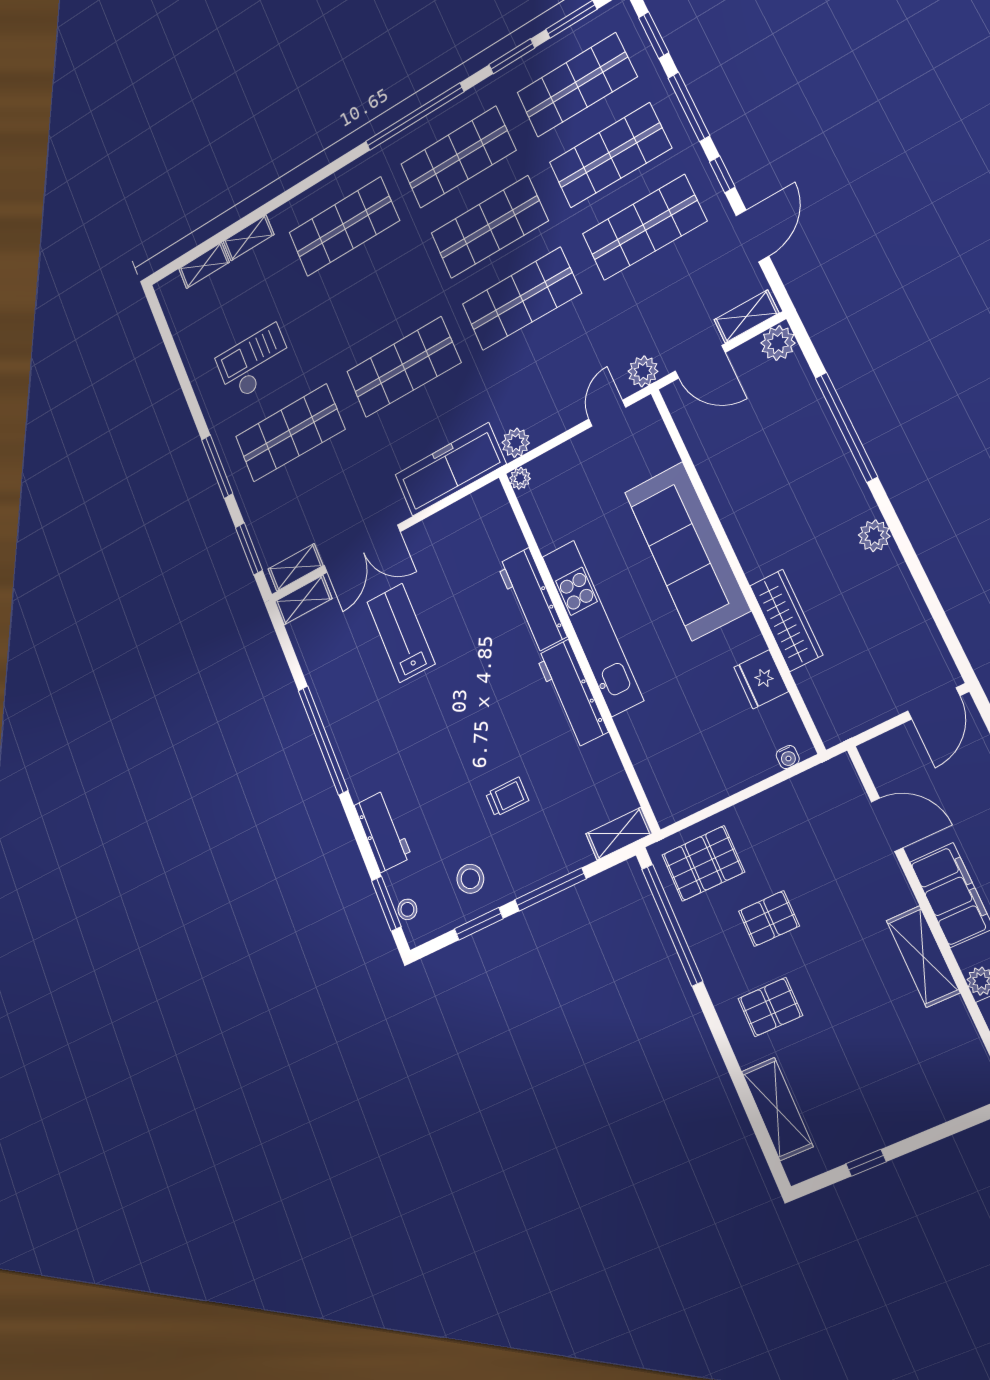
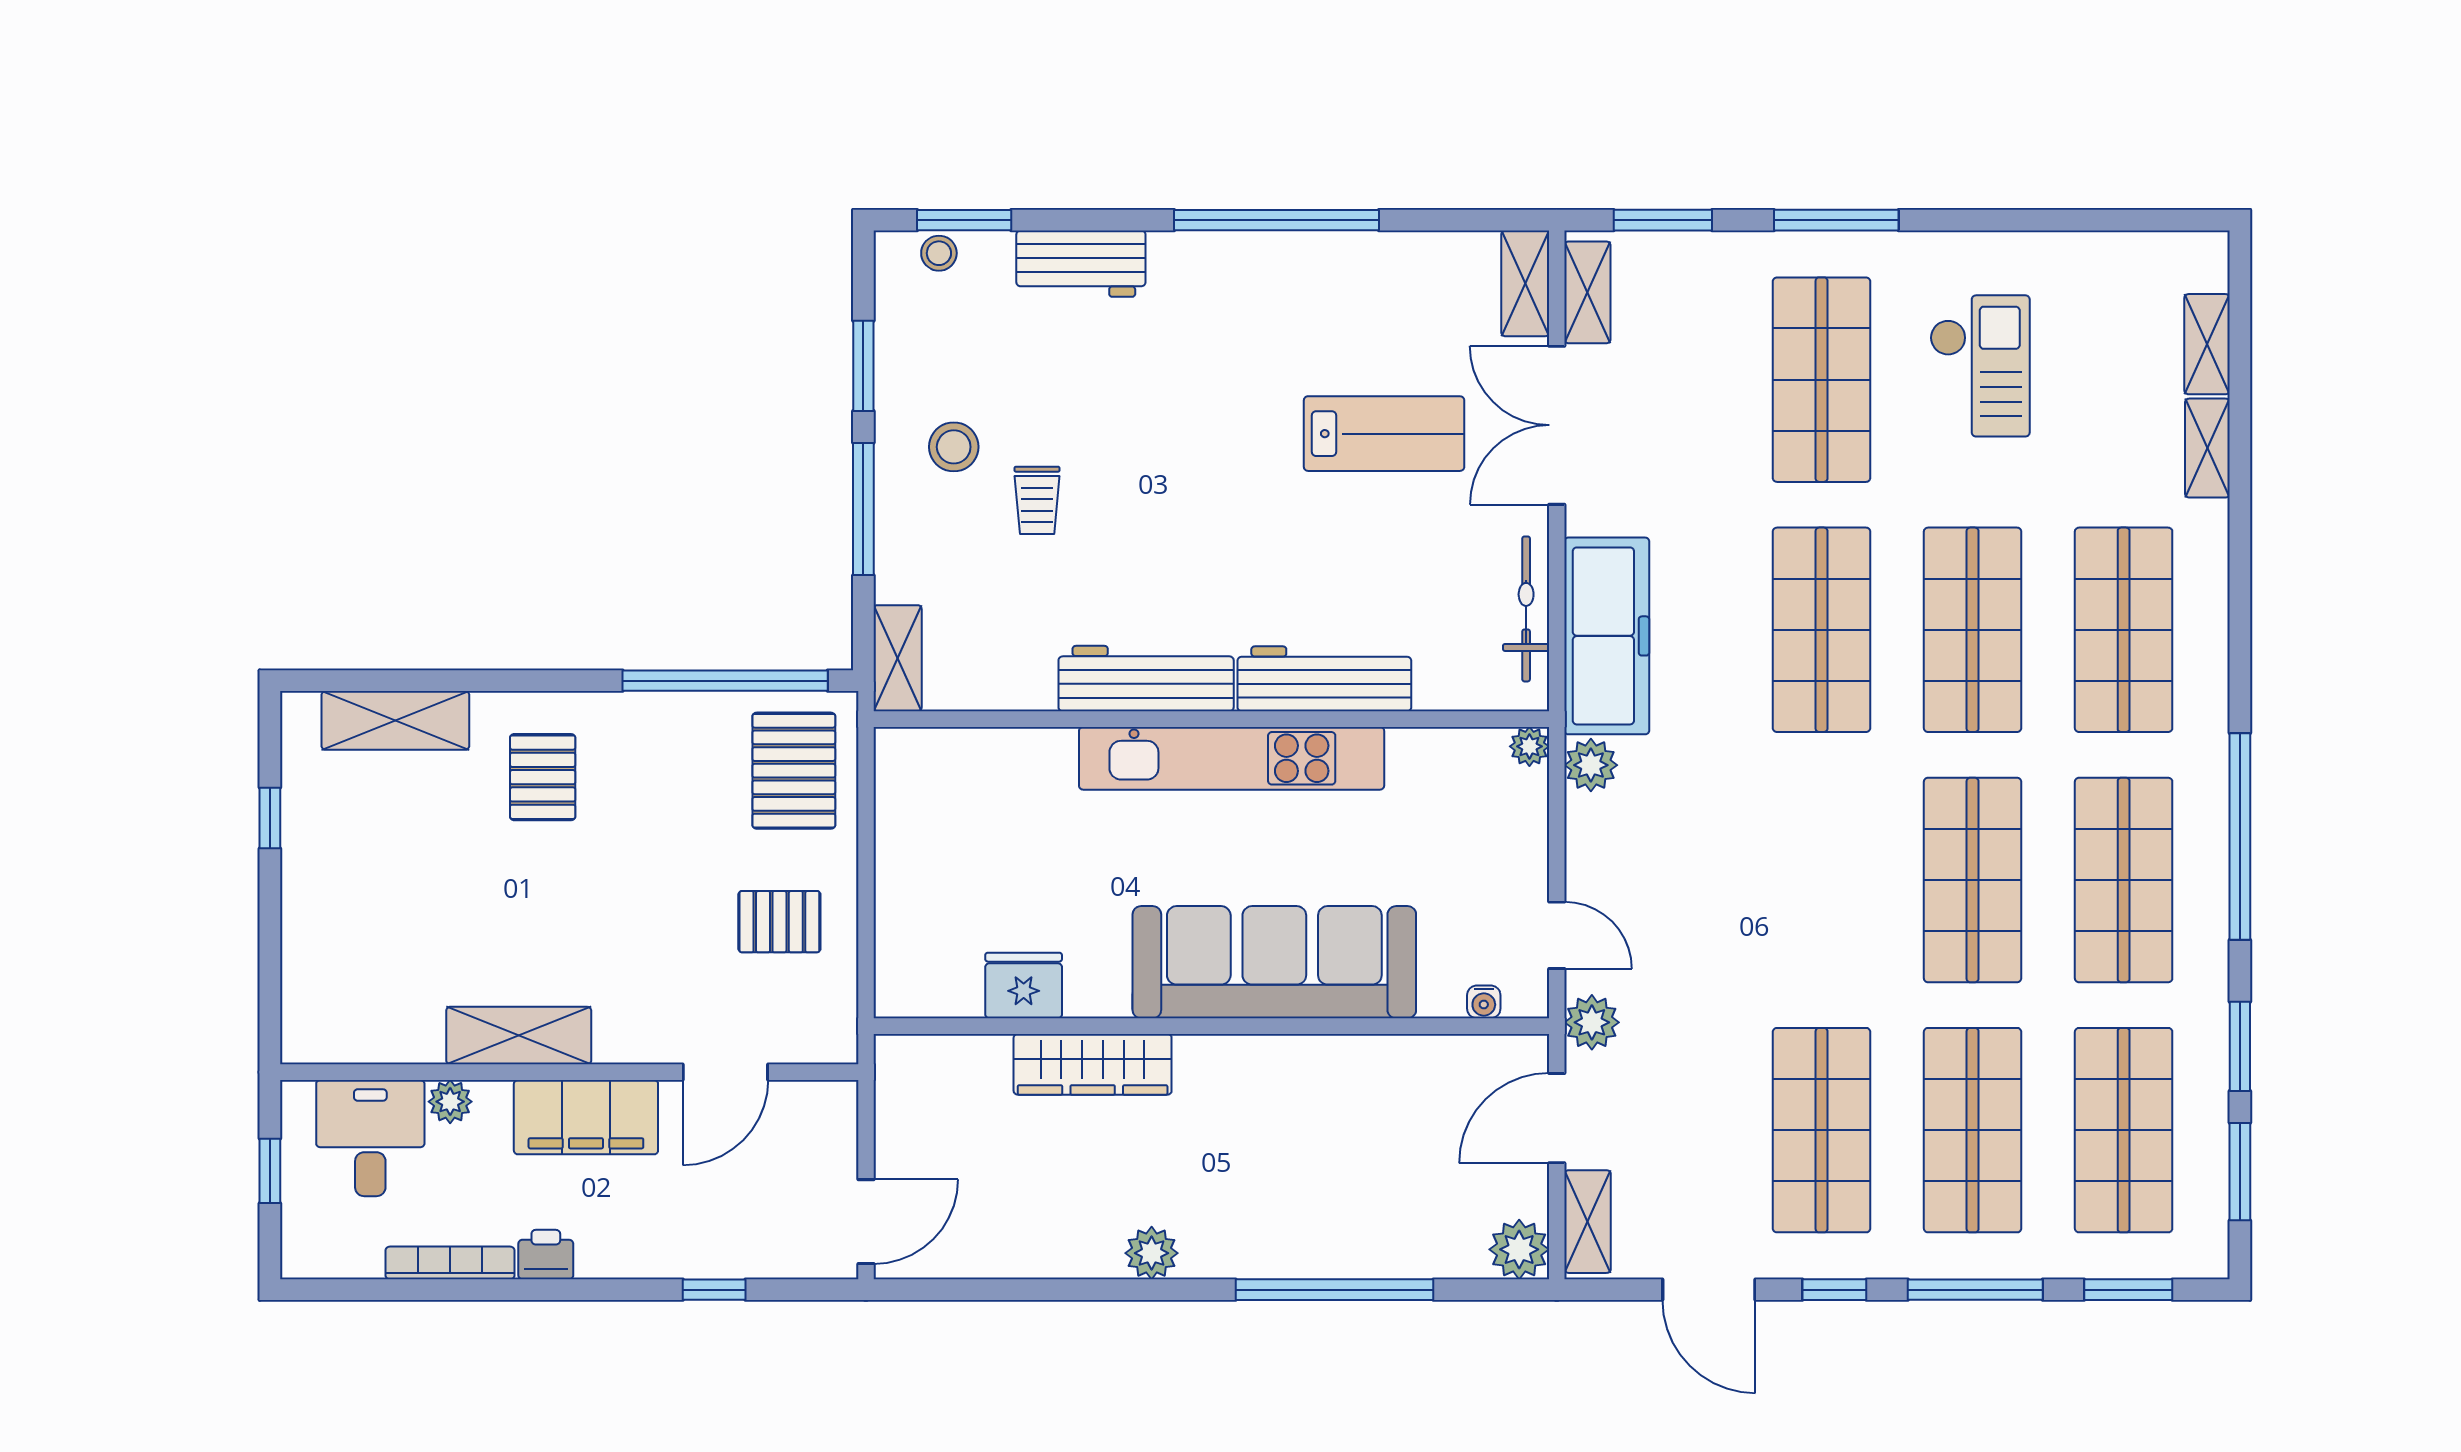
shop shelf: (522, 299) -> (1973, 630), moved
bicycle: (455, 516) -> (1526, 609), added
door: (934, 704) -> (866, 1222), swing flipped
water cooler: (788, 757) -> (1484, 1002), moved, turned -90
stool: (470, 879) -> (954, 447), moved
pallet: (769, 918) -> (779, 922), moved, turned 90

